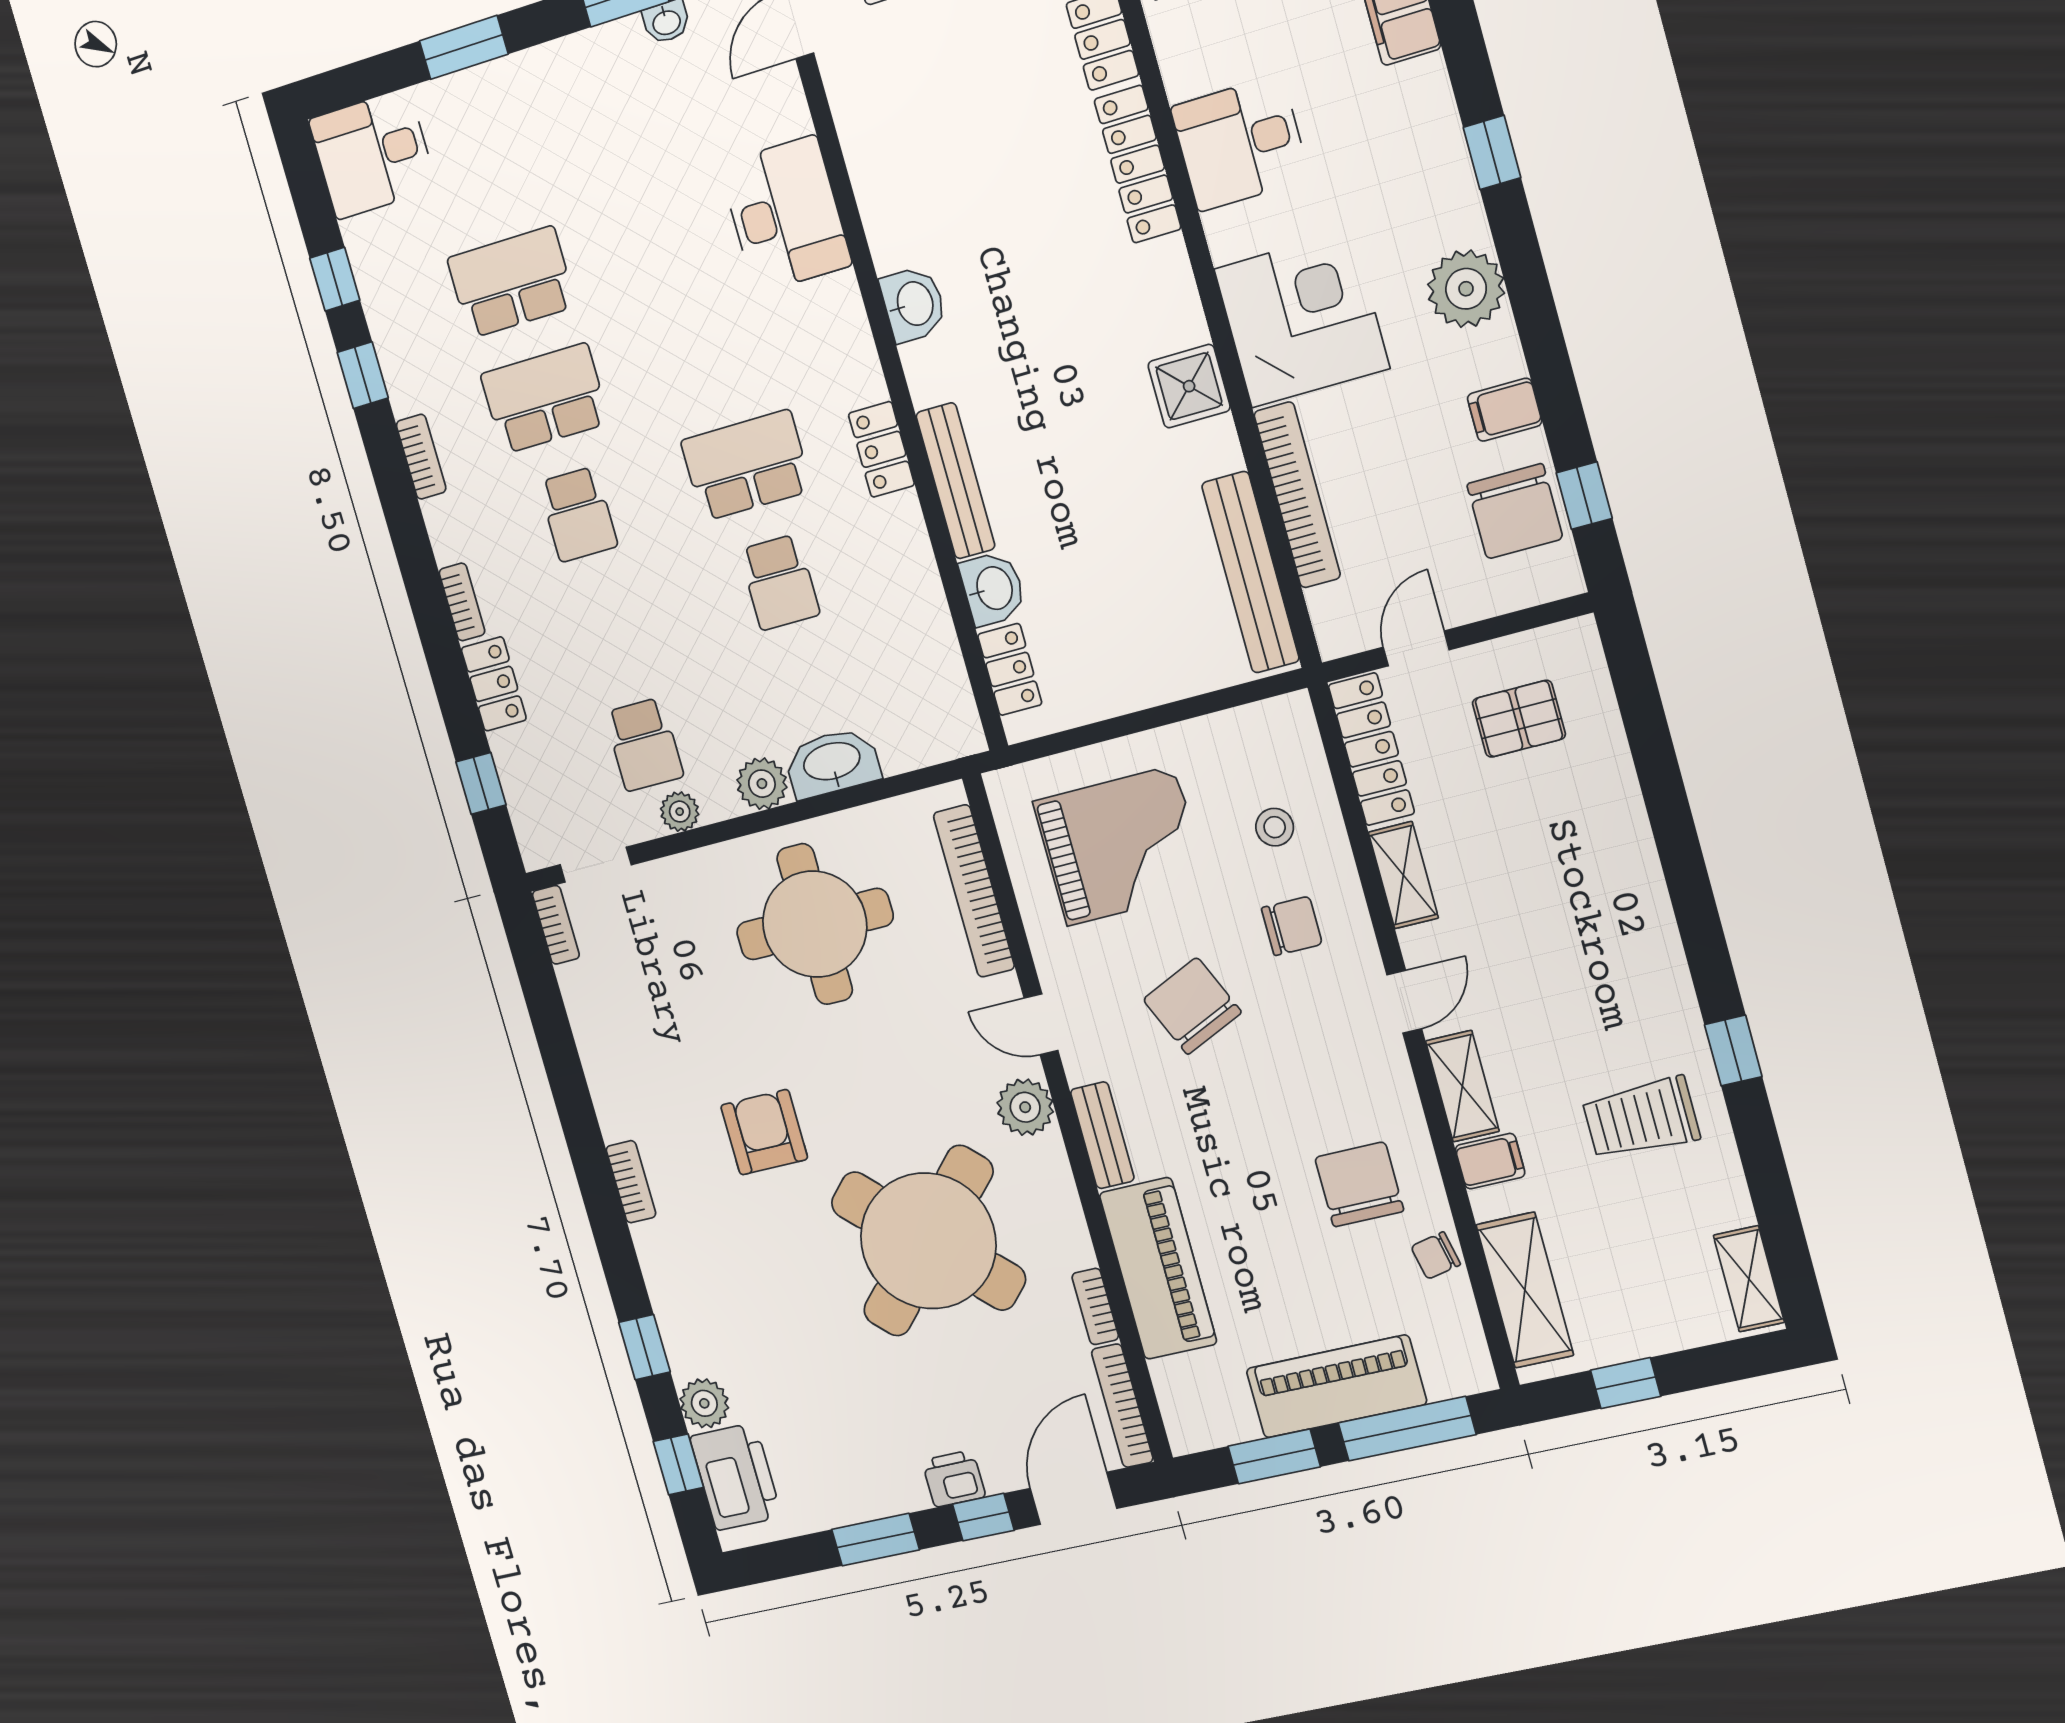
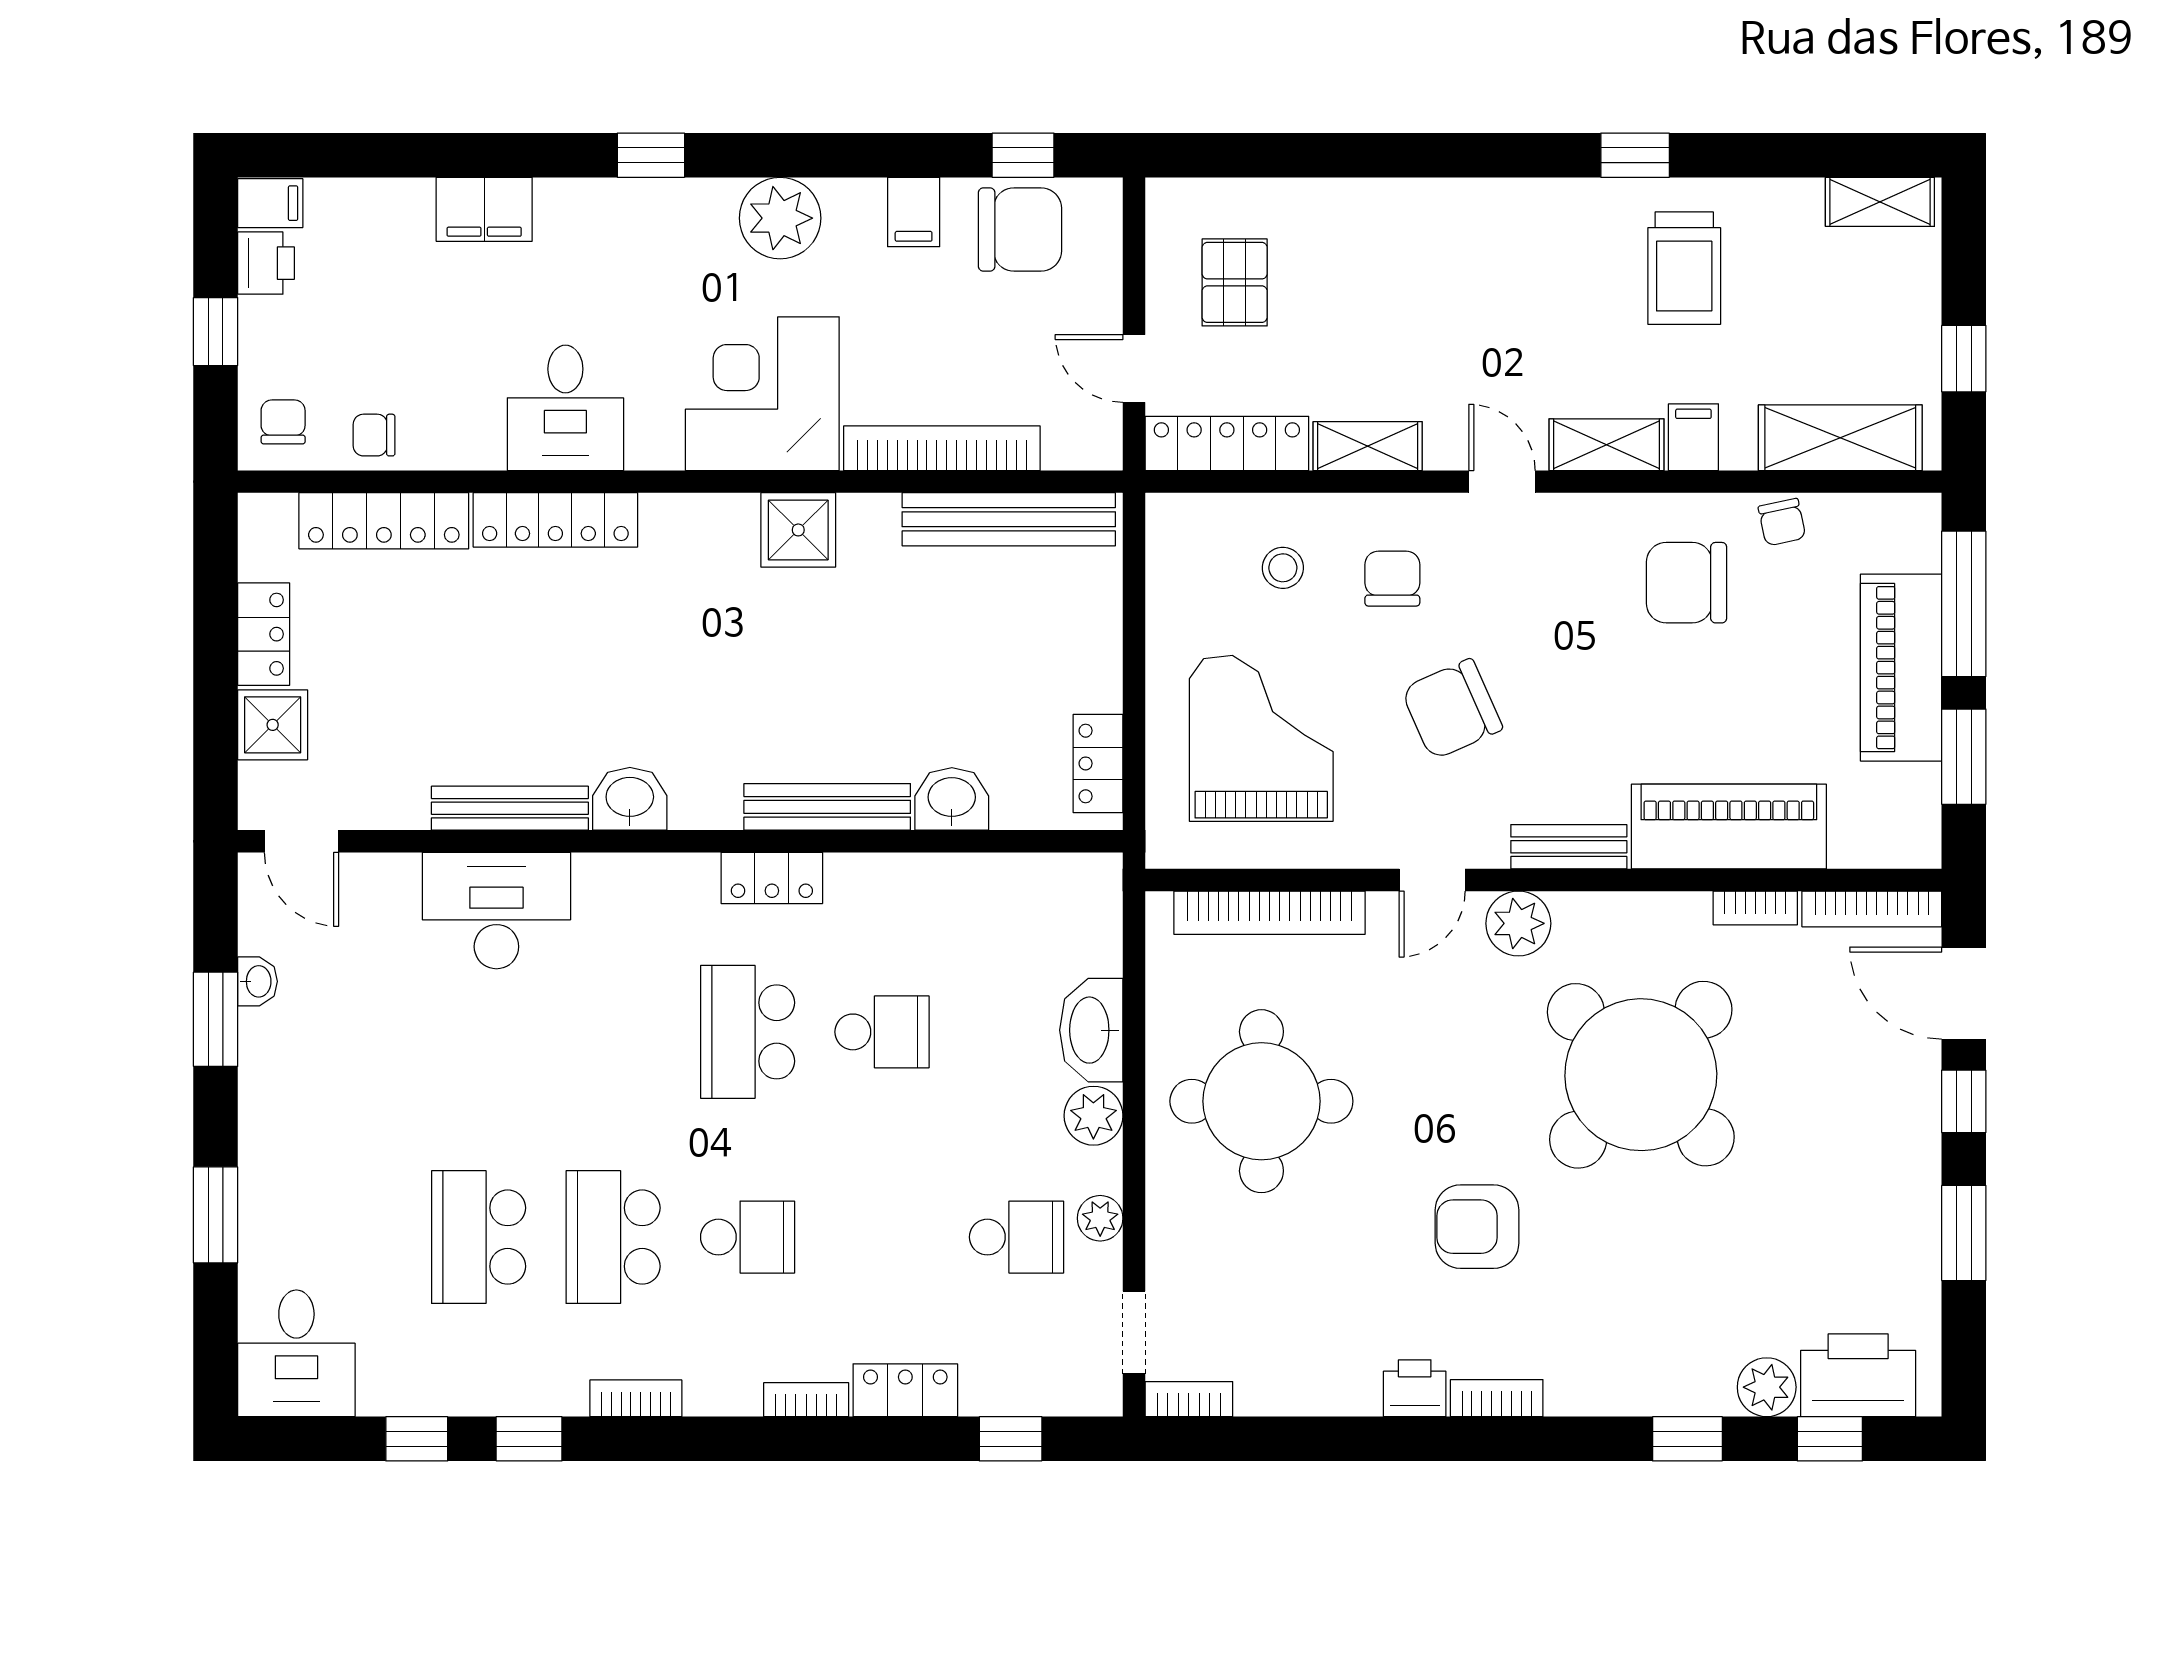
bench: (876, 200) -> (510, 808), added
locker: (1010, 669) -> (1098, 763), moved, turned -90
printer: (954, 1479) -> (1415, 1388), moved, turned 90

